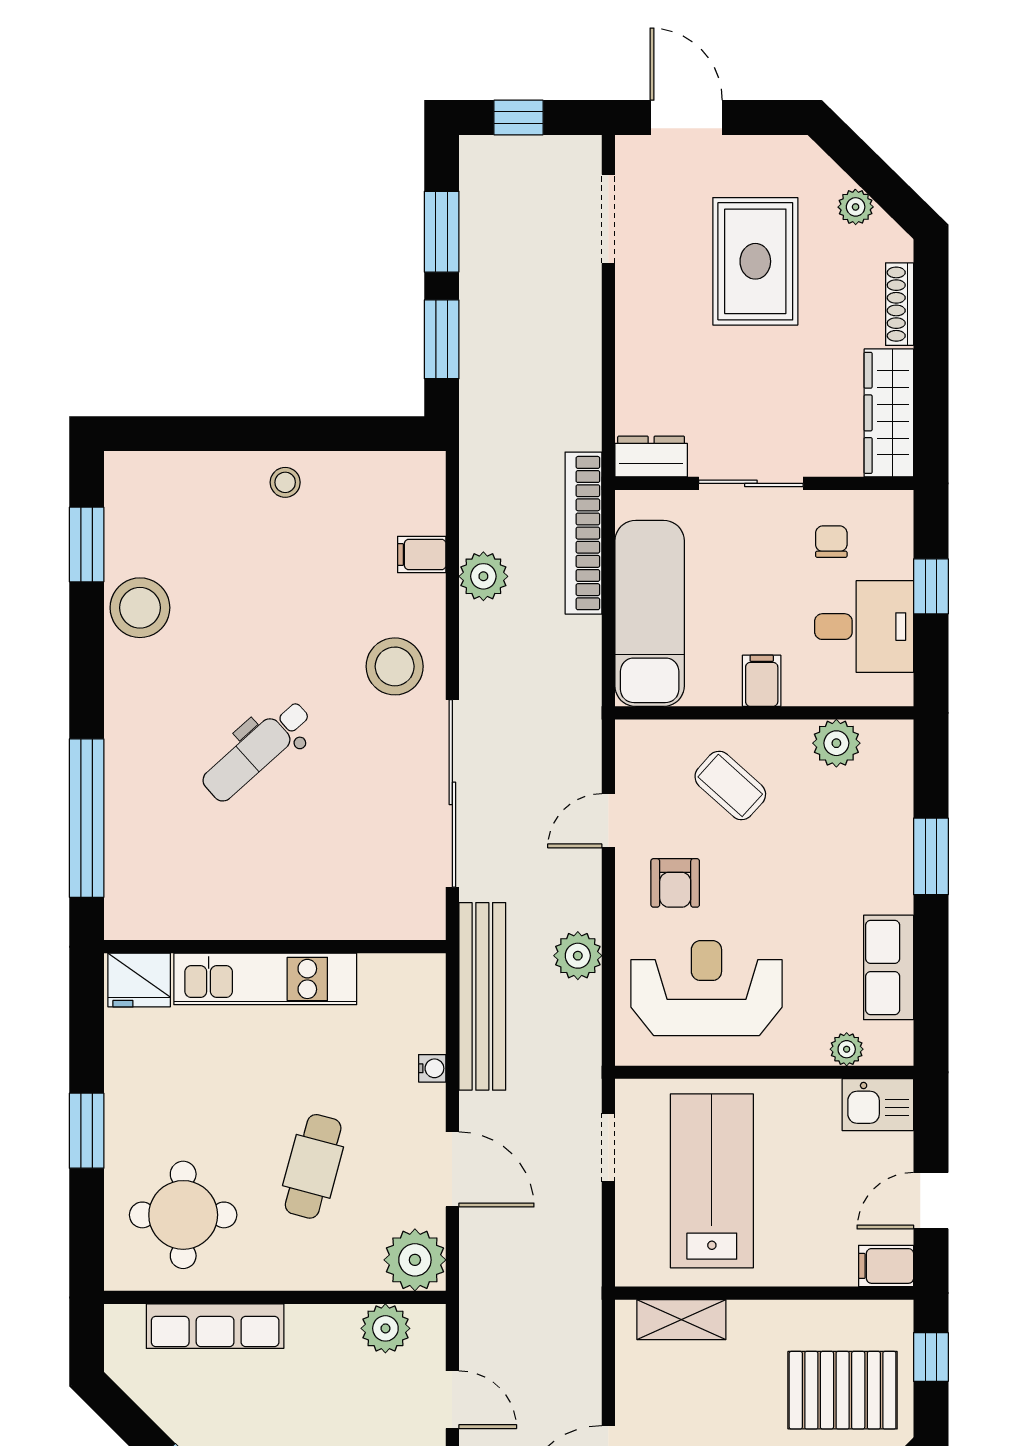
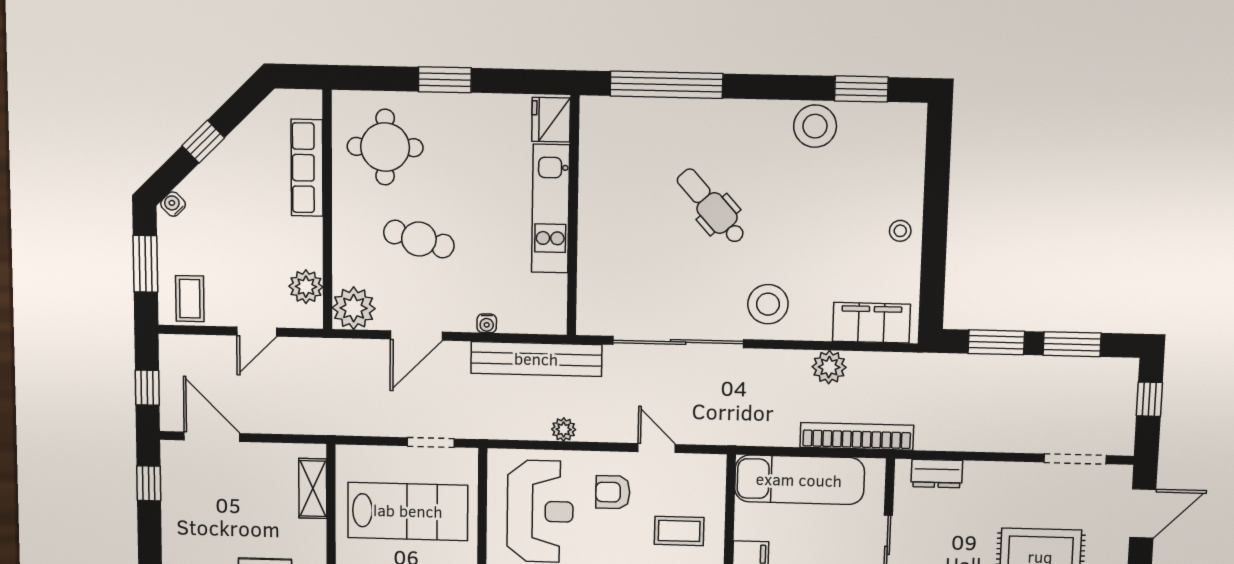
dresser: (651, 456) -> (937, 474), moved, turned 90
filing cabinet: (422, 555) -> (871, 323), width x3.00, depth x1.17
coffee table: (730, 785) -> (679, 531), turned 48
plant: (578, 956) -> (564, 429), width x0.73, depth x0.73

